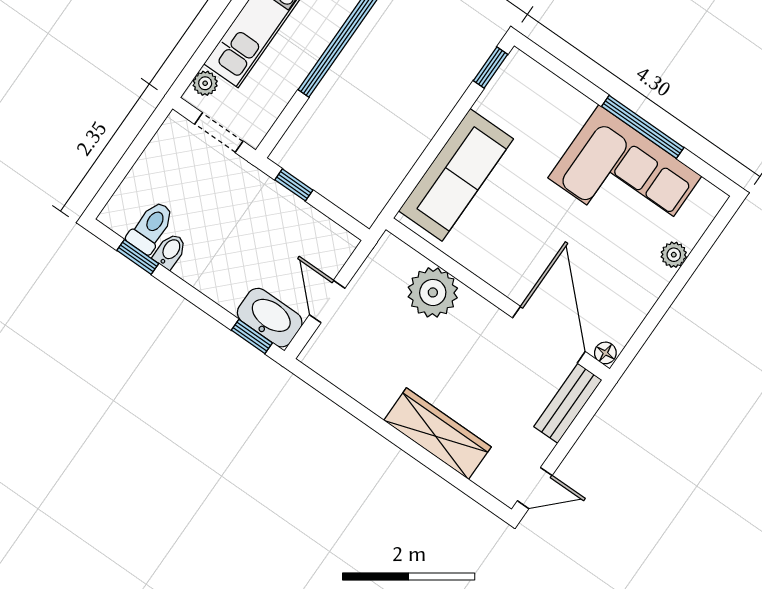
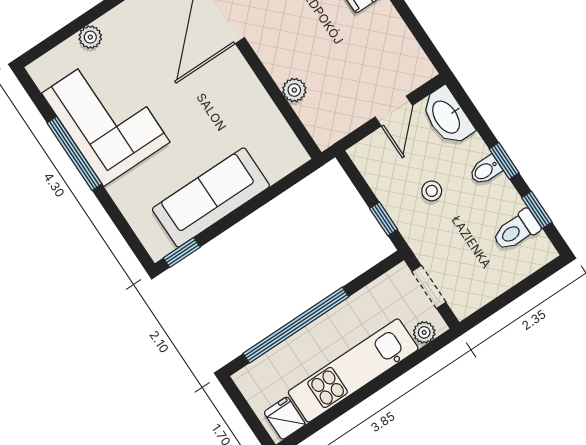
sofa: (456, 175) -> (211, 197), moved
stool: (255, 234) -> (432, 191), added
bidet: (170, 251) -> (485, 170), moved
plant: (433, 292) -> (294, 90), width x0.53, depth x0.53
window: (252, 337) -> (504, 161), moved

